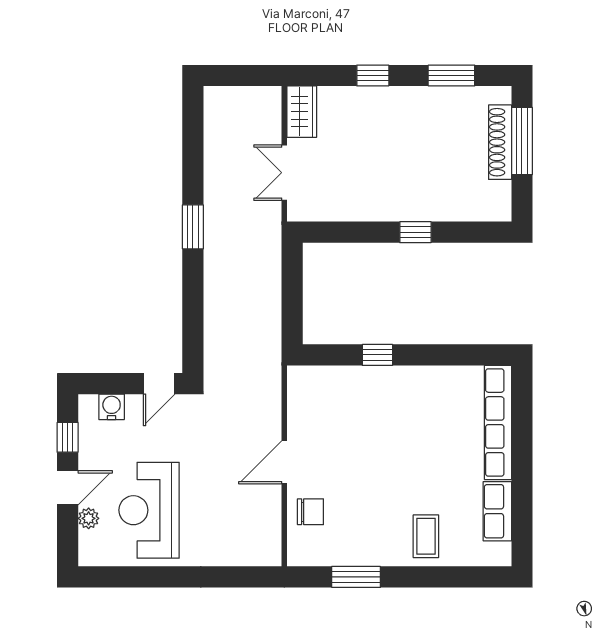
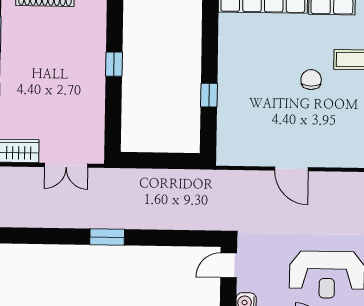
door: (159, 384) -> (229, 265), swing flipped
chair: (310, 512) -> (311, 80), moved

